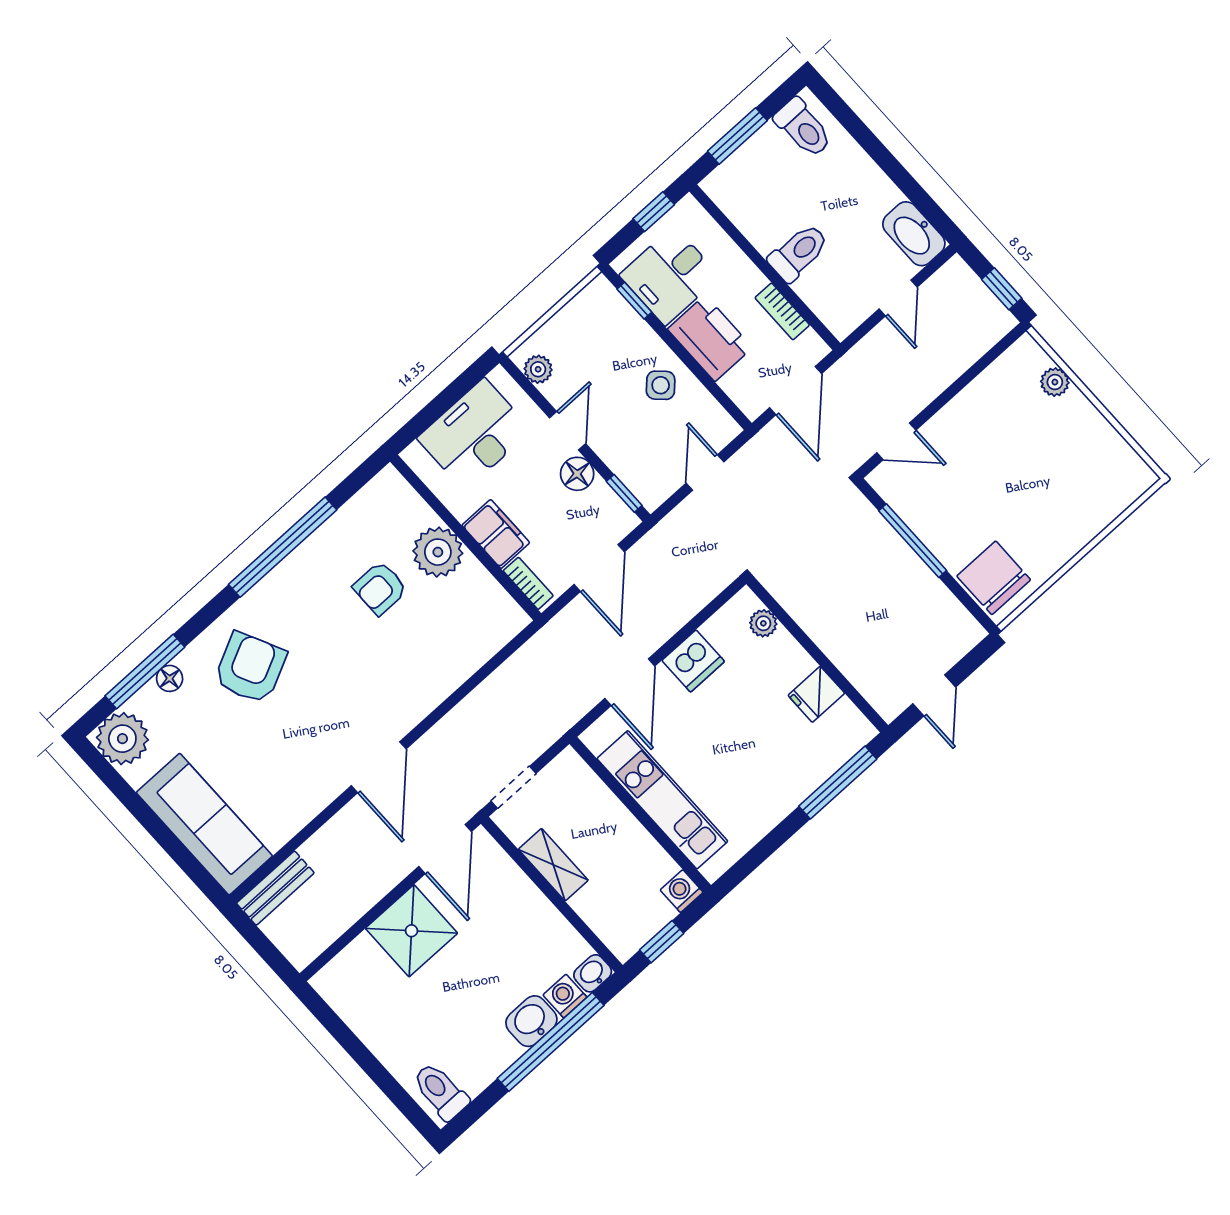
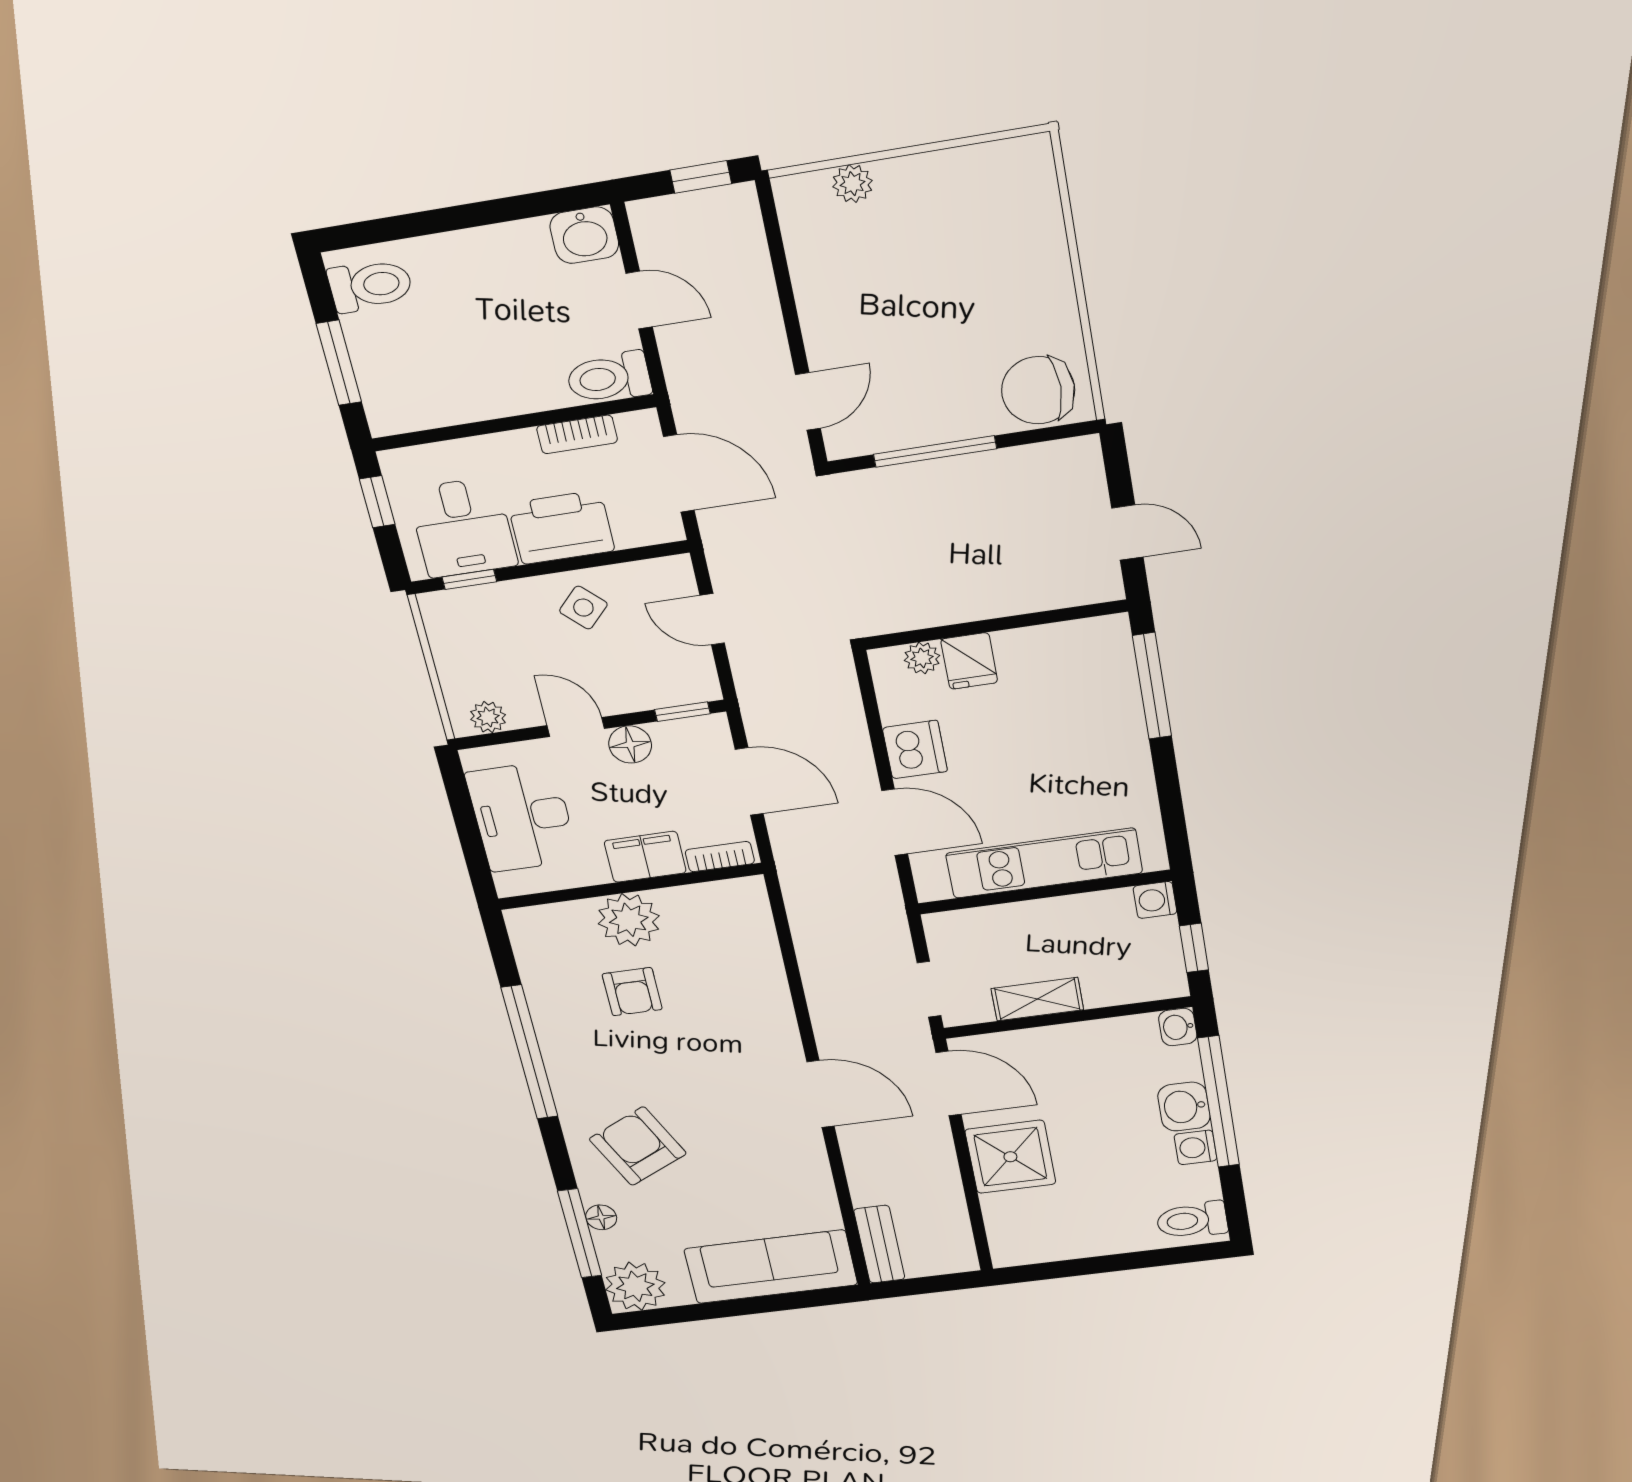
washbasin: (914, 234) -> (584, 235), width x0.72
toilet: (799, 253) -> (609, 378), moved, turned -90
fridge: (816, 694) -> (969, 661), moved
washing machine: (565, 996) -> (1196, 1147), moved

